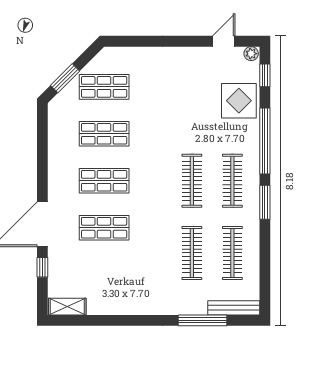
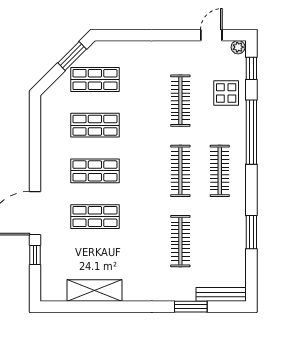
window: (65, 78) -> (72, 56), moved
display table: (239, 101) -> (226, 93), width x0.73, depth x0.73
window: (265, 202) -> (251, 232), moved
clothes rail: (232, 253) -> (180, 101), moved
shelving: (67, 307) -> (94, 291), moved, width x1.50, depth x1.33
window: (203, 320) -> (191, 307), width x0.69

